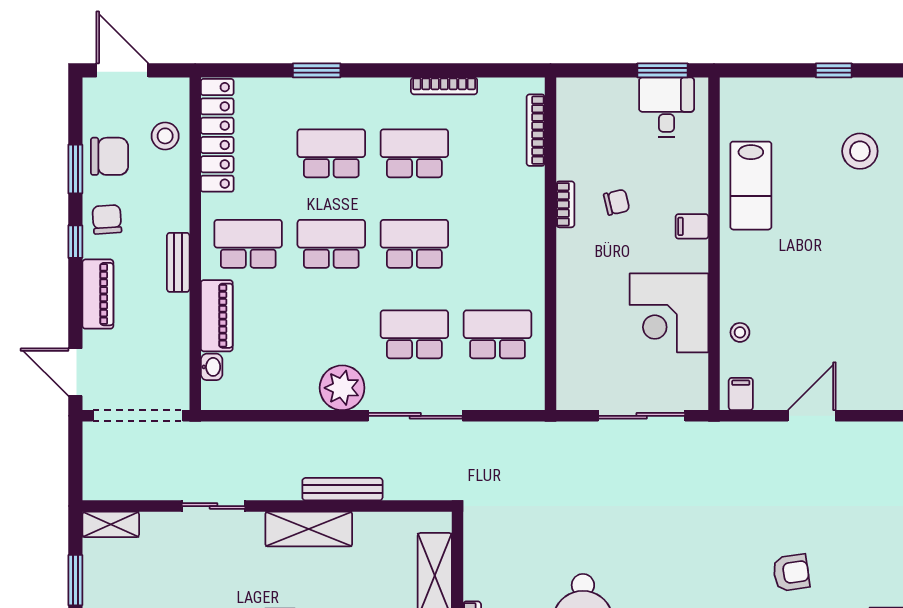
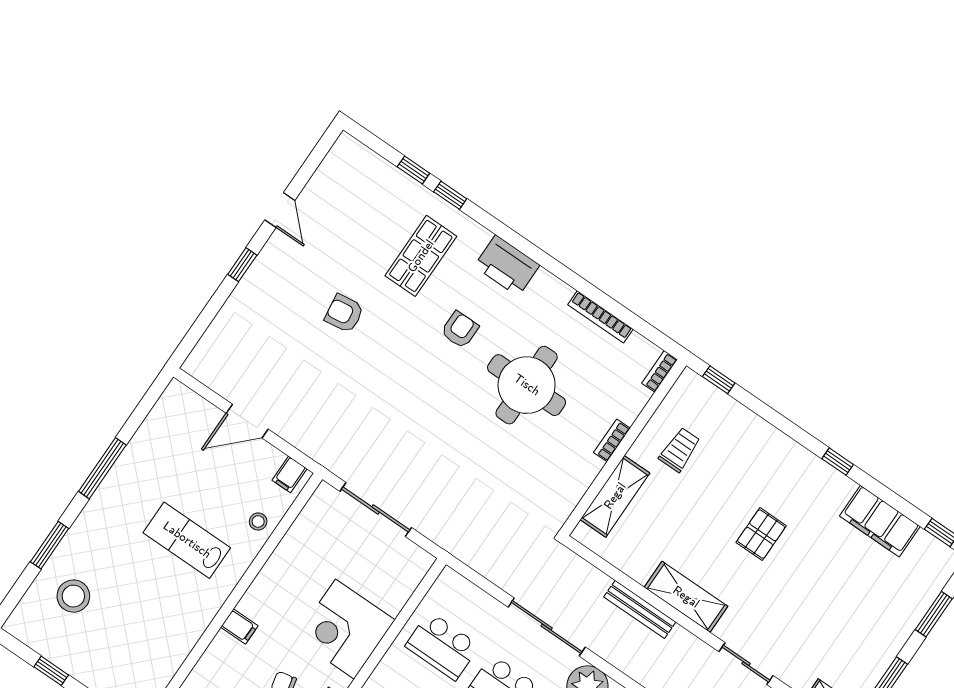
lab bench: (751, 186) -> (187, 540), moved, turned -90
corner desk: (669, 313) -> (345, 629), moved, turned 180

